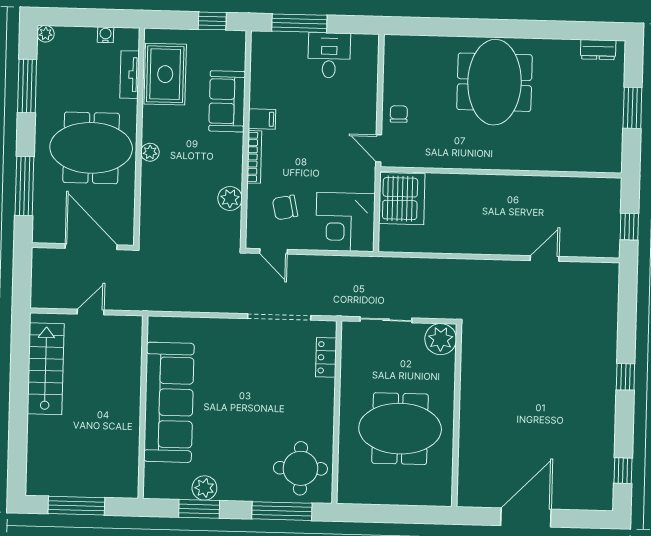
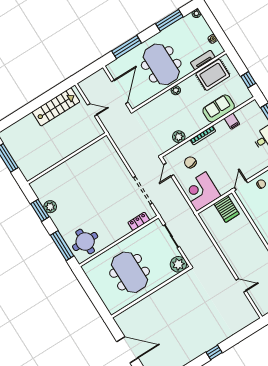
filing cabinet: (262, 119) -> (232, 121), moved
server rack: (402, 199) -> (227, 209), width x0.62
sofa: (169, 402) -> (76, 168), removed

